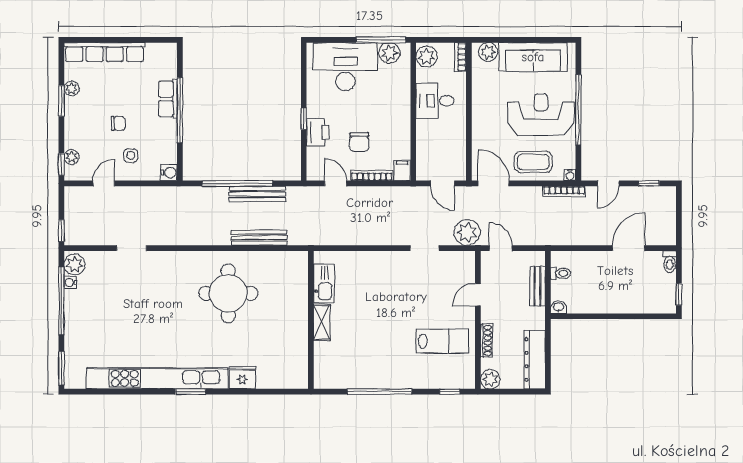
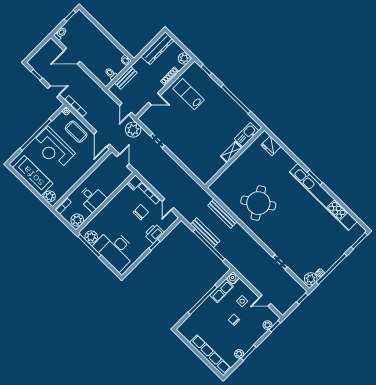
row of seats: (168, 99) -> (222, 291), moved
kitchen sink: (324, 283) -> (247, 135), moved
round table: (228, 293) -> (258, 203), turned -33
fridge: (242, 378) -> (271, 146), moved

